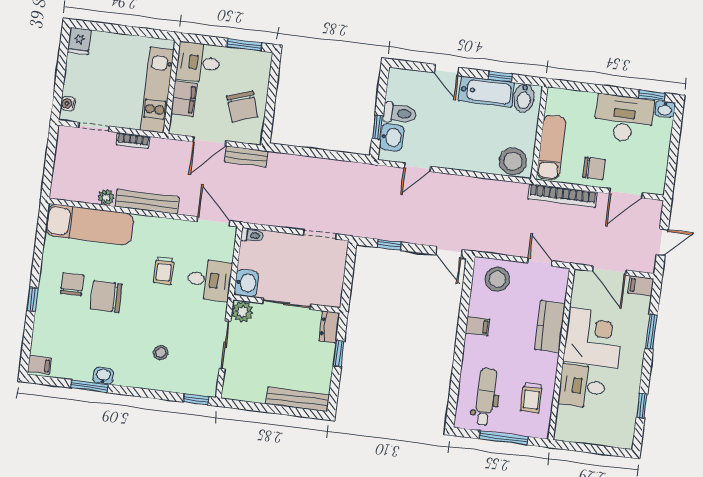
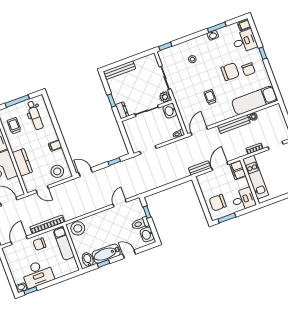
filing cabinet: (184, 99) -> (238, 170), moved
chair: (242, 106) -> (218, 203), moved, turned -71
washbasin: (392, 137) -> (147, 235), moved
door: (214, 221) -> (199, 131), swing flipped
desk: (209, 280) -> (245, 41), moved, turned 180

